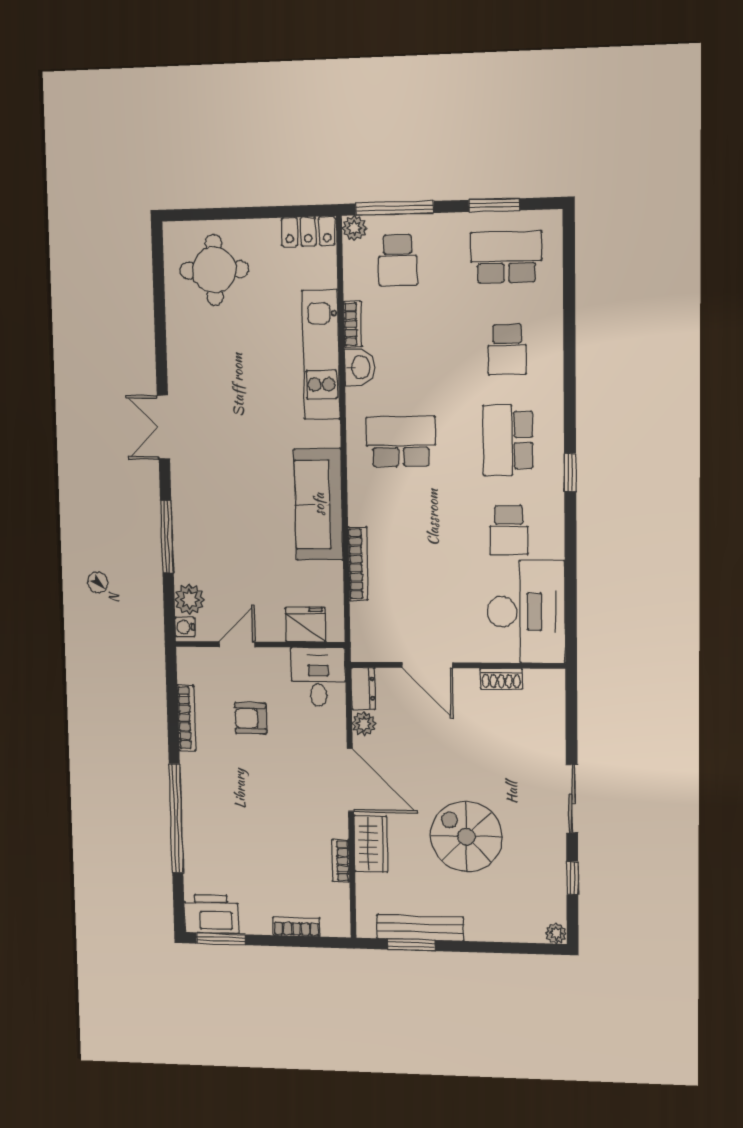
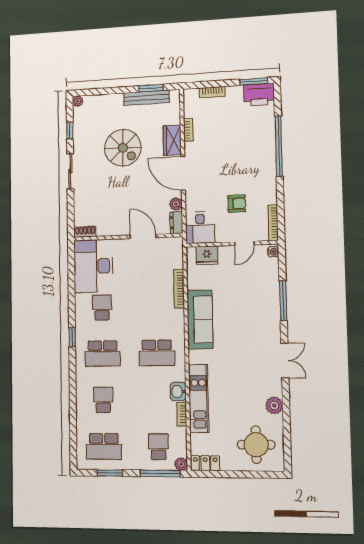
school desk: (508, 440) -> (103, 354), turned 90
plant: (190, 600) -> (274, 405), moved
shoe rack: (501, 679) -> (85, 232), moved
bookcase: (186, 718) -> (273, 223), moved

